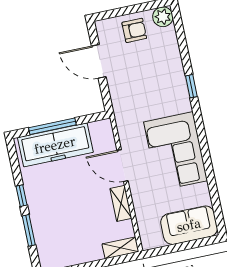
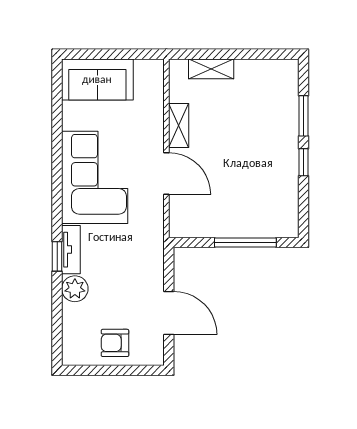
plant: (163, 17) -> (75, 289), moved
tv unit: (182, 93) -> (71, 250), added
freezer: (55, 145) -> (247, 218), removed
shelving: (120, 248) -> (211, 69), moved

